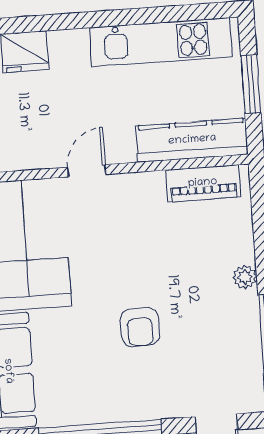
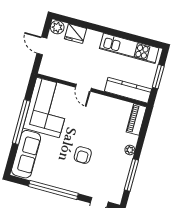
door: (87, 171) -> (83, 88), swing flipped
piano: (203, 183) -> (136, 119), moved, turned 90

